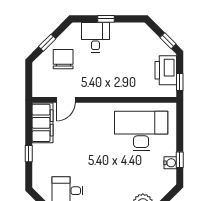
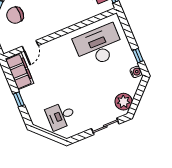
chair: (63, 59) -> (15, 15), turned -90
water cooler: (170, 163) -> (136, 72), moved

